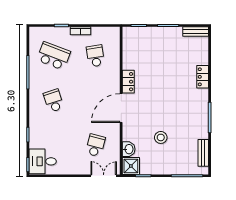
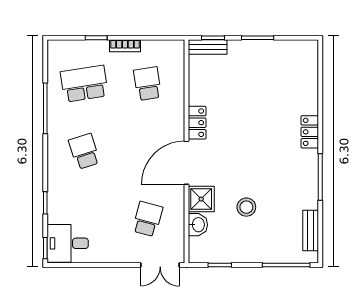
bench: (196, 32) -> (208, 47), moved
school desk: (54, 56) -> (84, 84), turned -30
locker: (203, 77) -> (310, 132), moved
shower: (131, 166) -> (201, 199), moved
double door: (104, 176) -> (160, 265), swing flipped

